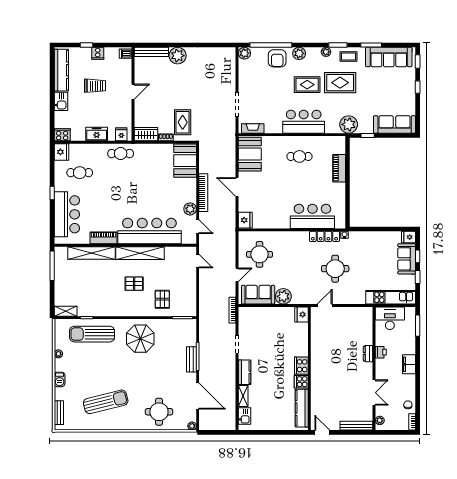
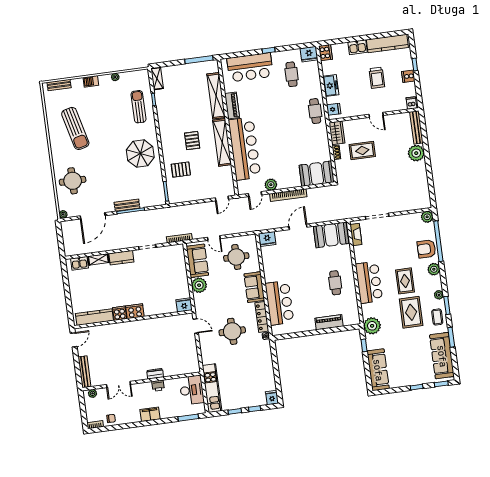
rug: (183, 122) -> (362, 151), moved
sofa: (407, 259) -> (254, 287), moved, turned -90
sun lounger: (92, 334) -> (139, 107), width x0.73, depth x0.75

